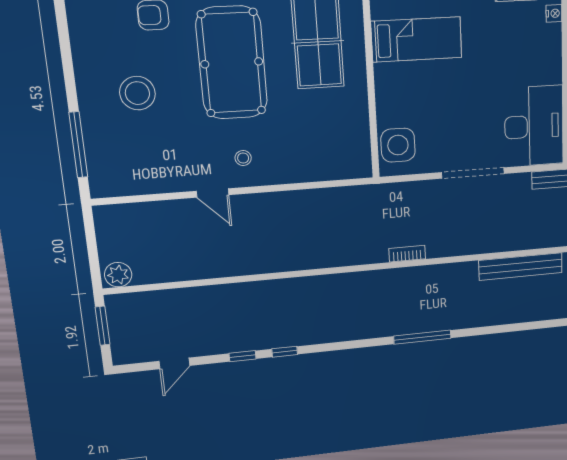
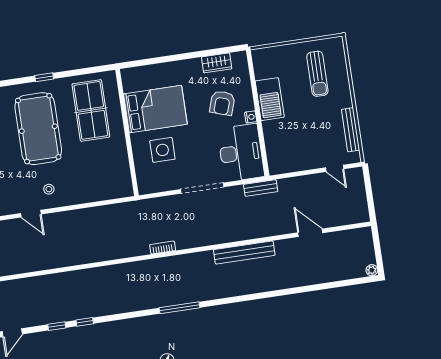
nightstand: (554, 13) -> (251, 117), moved
bed: (417, 39) -> (155, 109), width x1.50
armchair: (517, 50) -> (222, 103), added
side table: (398, 145) -> (162, 150), moved

